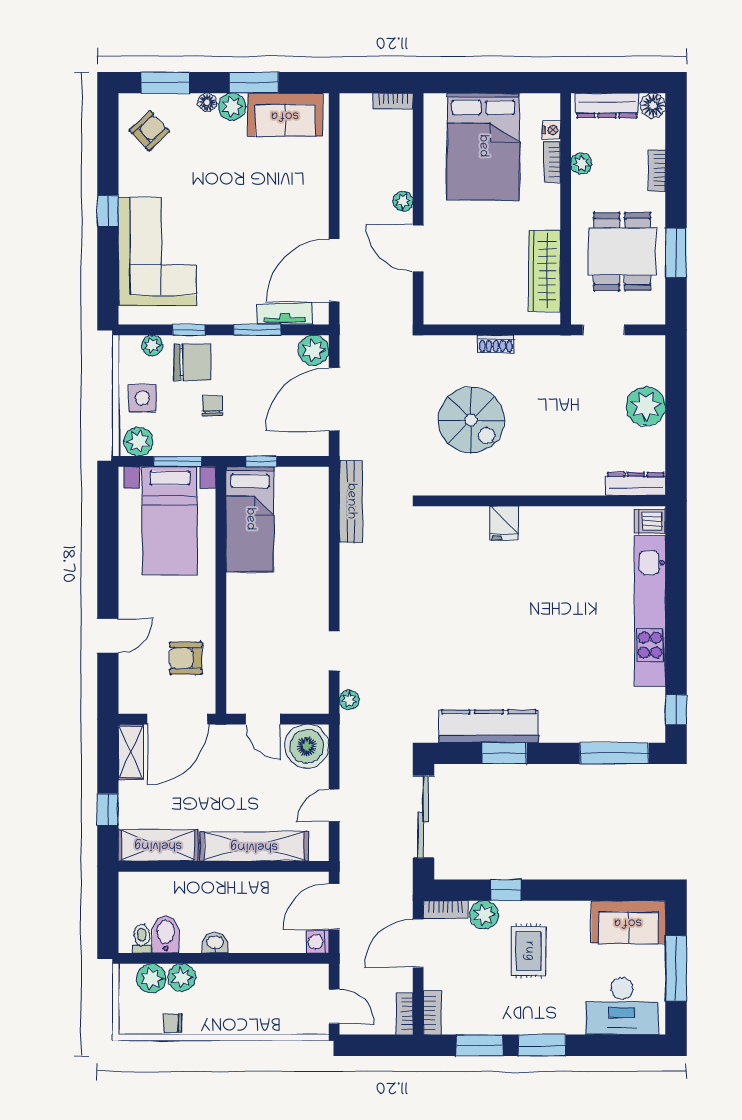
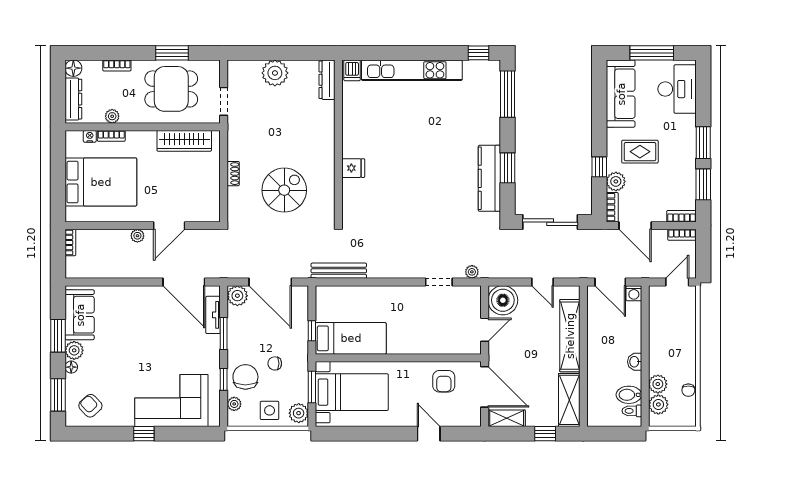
sofa: (628, 922) -> (621, 94), width x1.36

